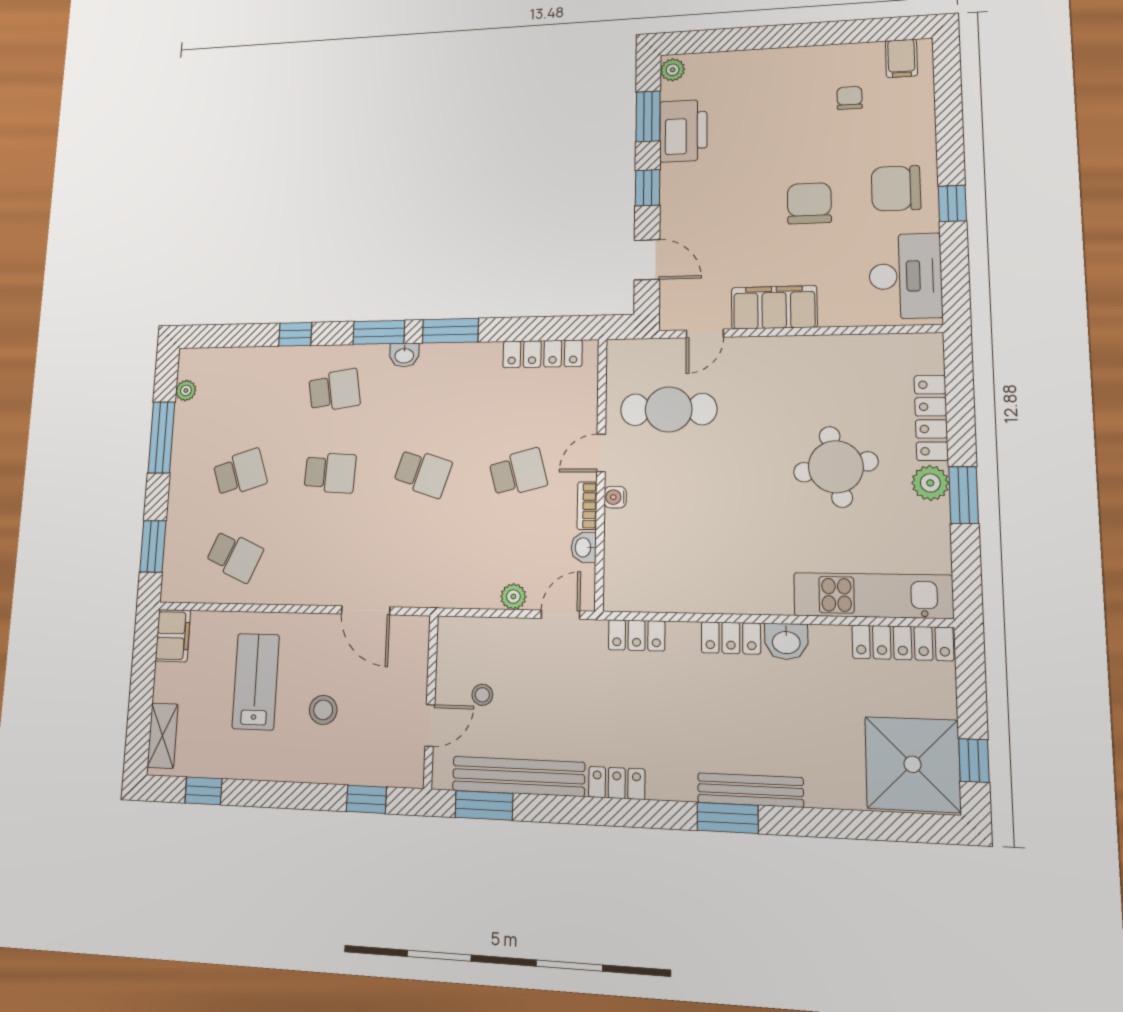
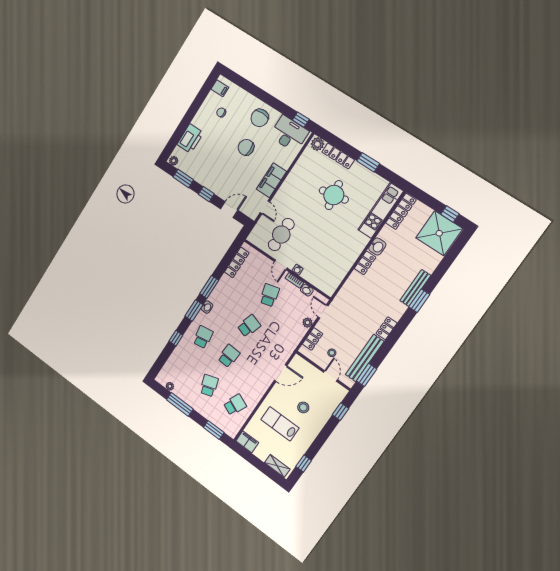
printer: (683, 131) -> (190, 139), moved, turned 90
window: (952, 203) -> (301, 120), moved
plant: (930, 483) -> (317, 144), moved
locker: (637, 635) -> (313, 339), moved

